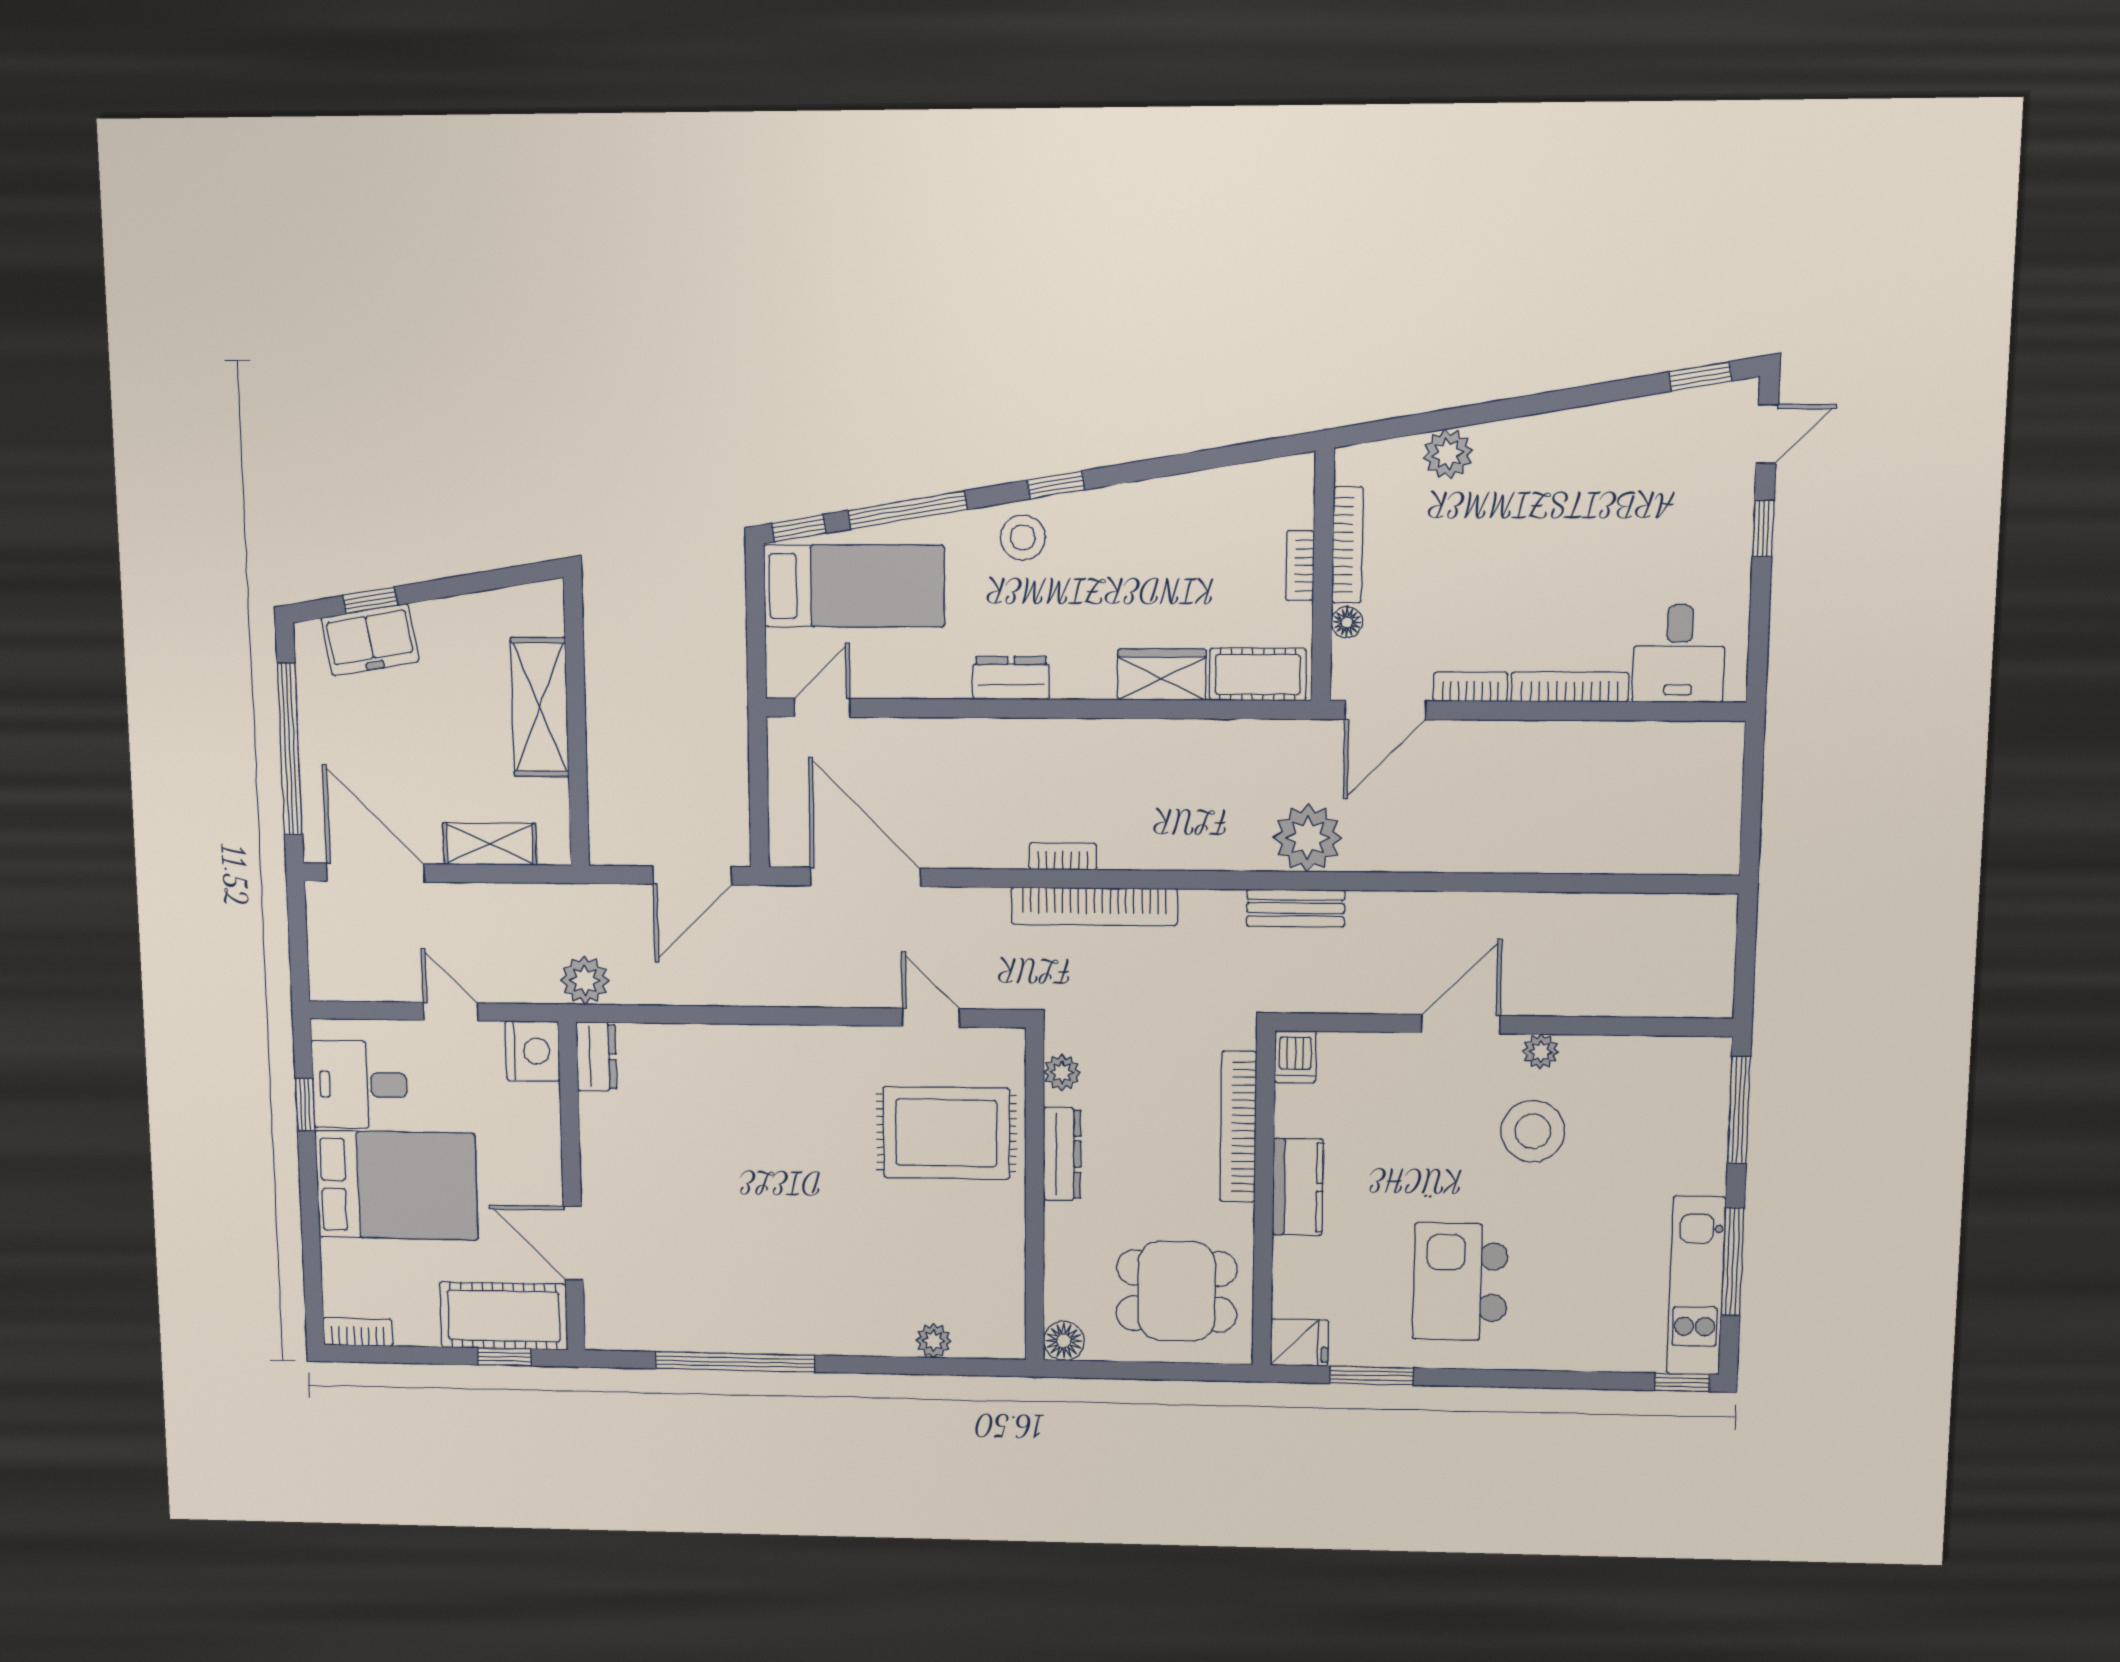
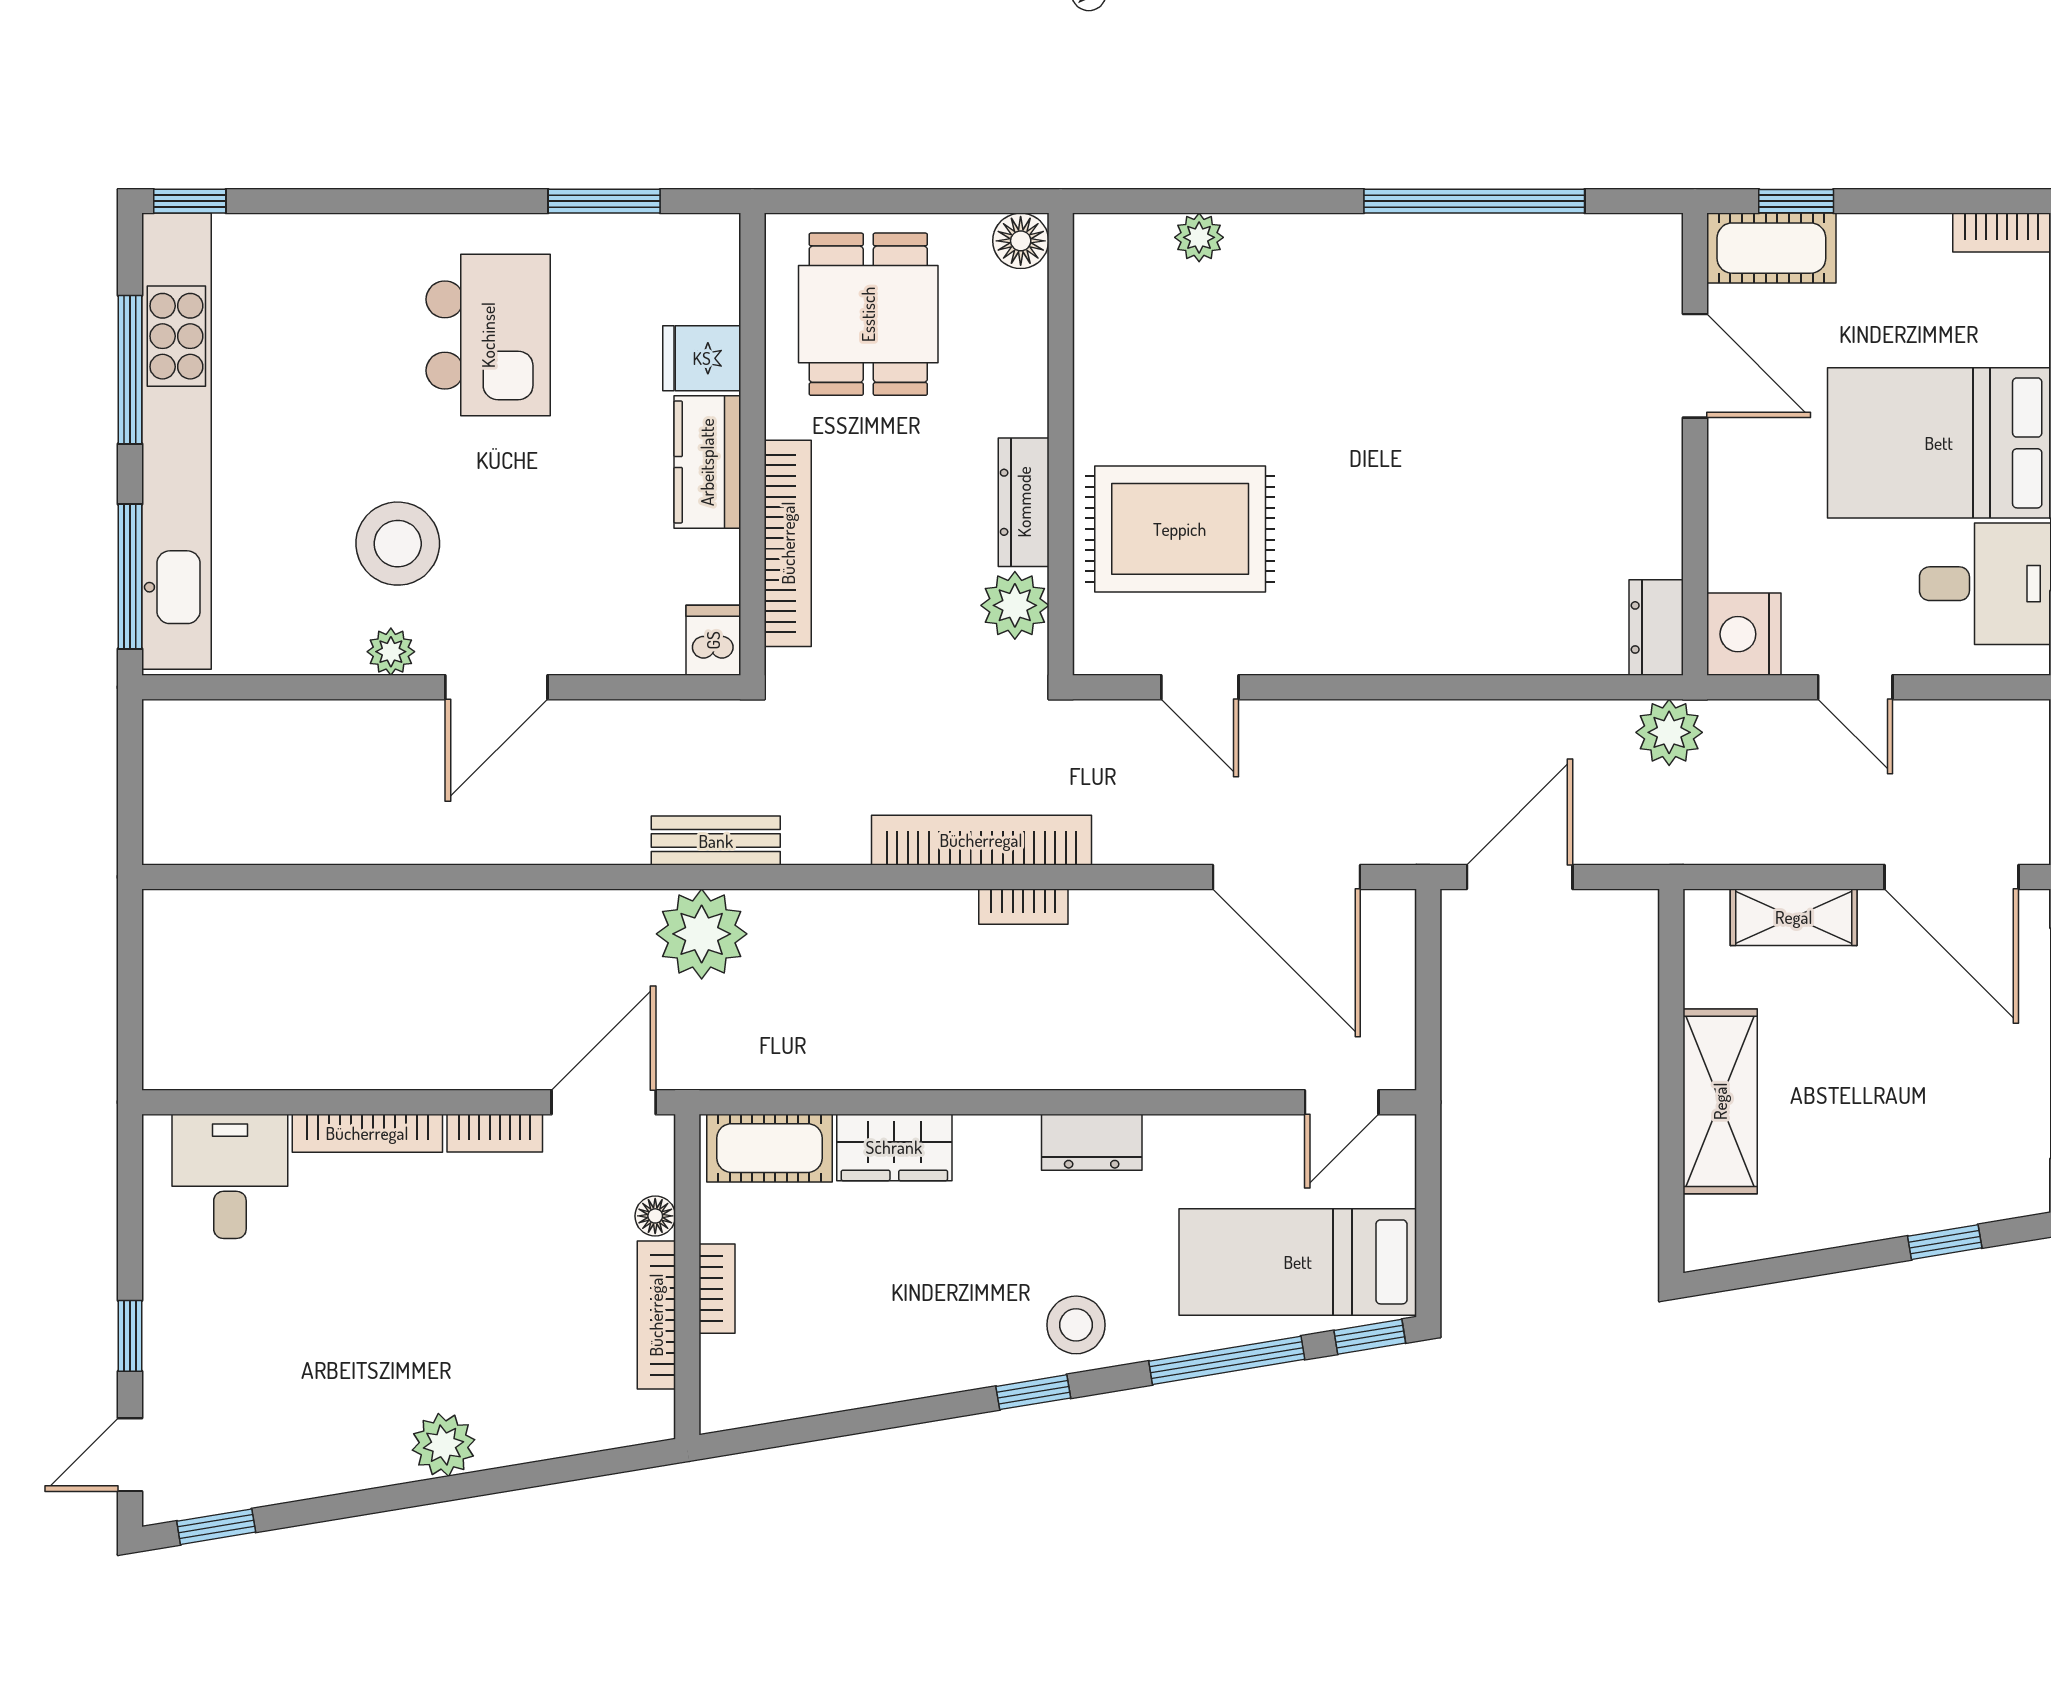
plant: (1448, 454) -> (444, 1445), moved
freezer: (370, 640) -> (1947, 1190), removed
plant: (1062, 1072) -> (1015, 605), width x1.38, depth x1.38
kitchen unit: (1696, 1286) -> (176, 441), width x1.86
dining table: (1177, 1291) -> (868, 314), turned 90
cot: (504, 1316) -> (1771, 248), width x0.73, depth x0.75
fridge: (1299, 1343) -> (702, 358), moved

